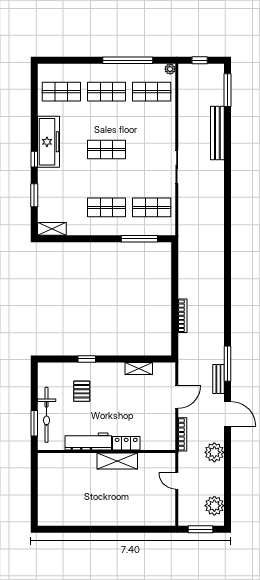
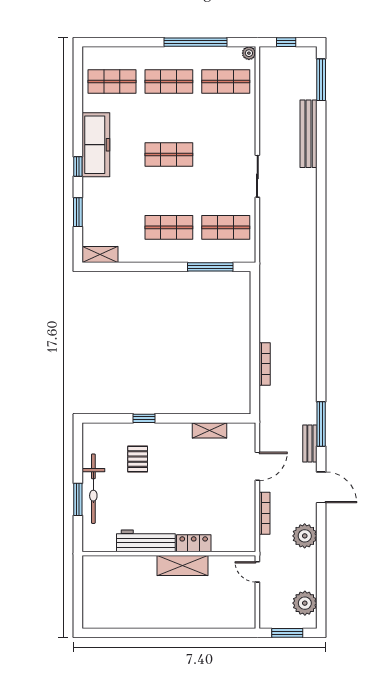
workbench: (88, 441) -> (146, 541), moved
locker: (126, 443) -> (194, 543), moved
wall: (106, 452) -> (169, 554), moved
shelving: (117, 461) -> (183, 566), moved

